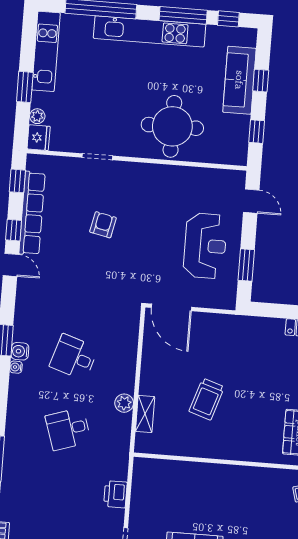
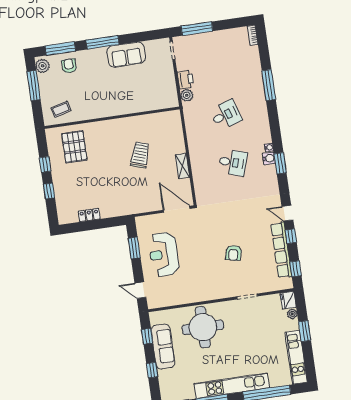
sofa: (239, 80) -> (163, 346), moved
plant: (124, 403) -> (187, 95), moved
shelving: (145, 414) -> (182, 166), moved

